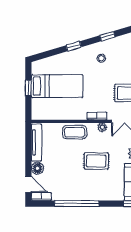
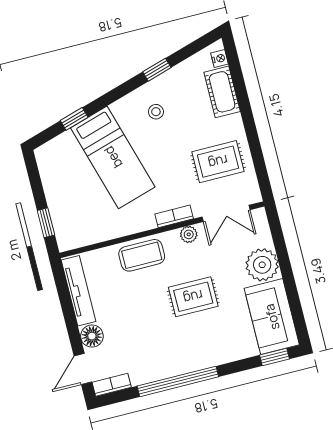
window: (74, 46) -> (74, 119), moved
bed: (57, 86) -> (113, 157), moved, turned 73
window: (28, 88) -> (46, 223), moved
door: (28, 184) -> (83, 369), swing flipped

